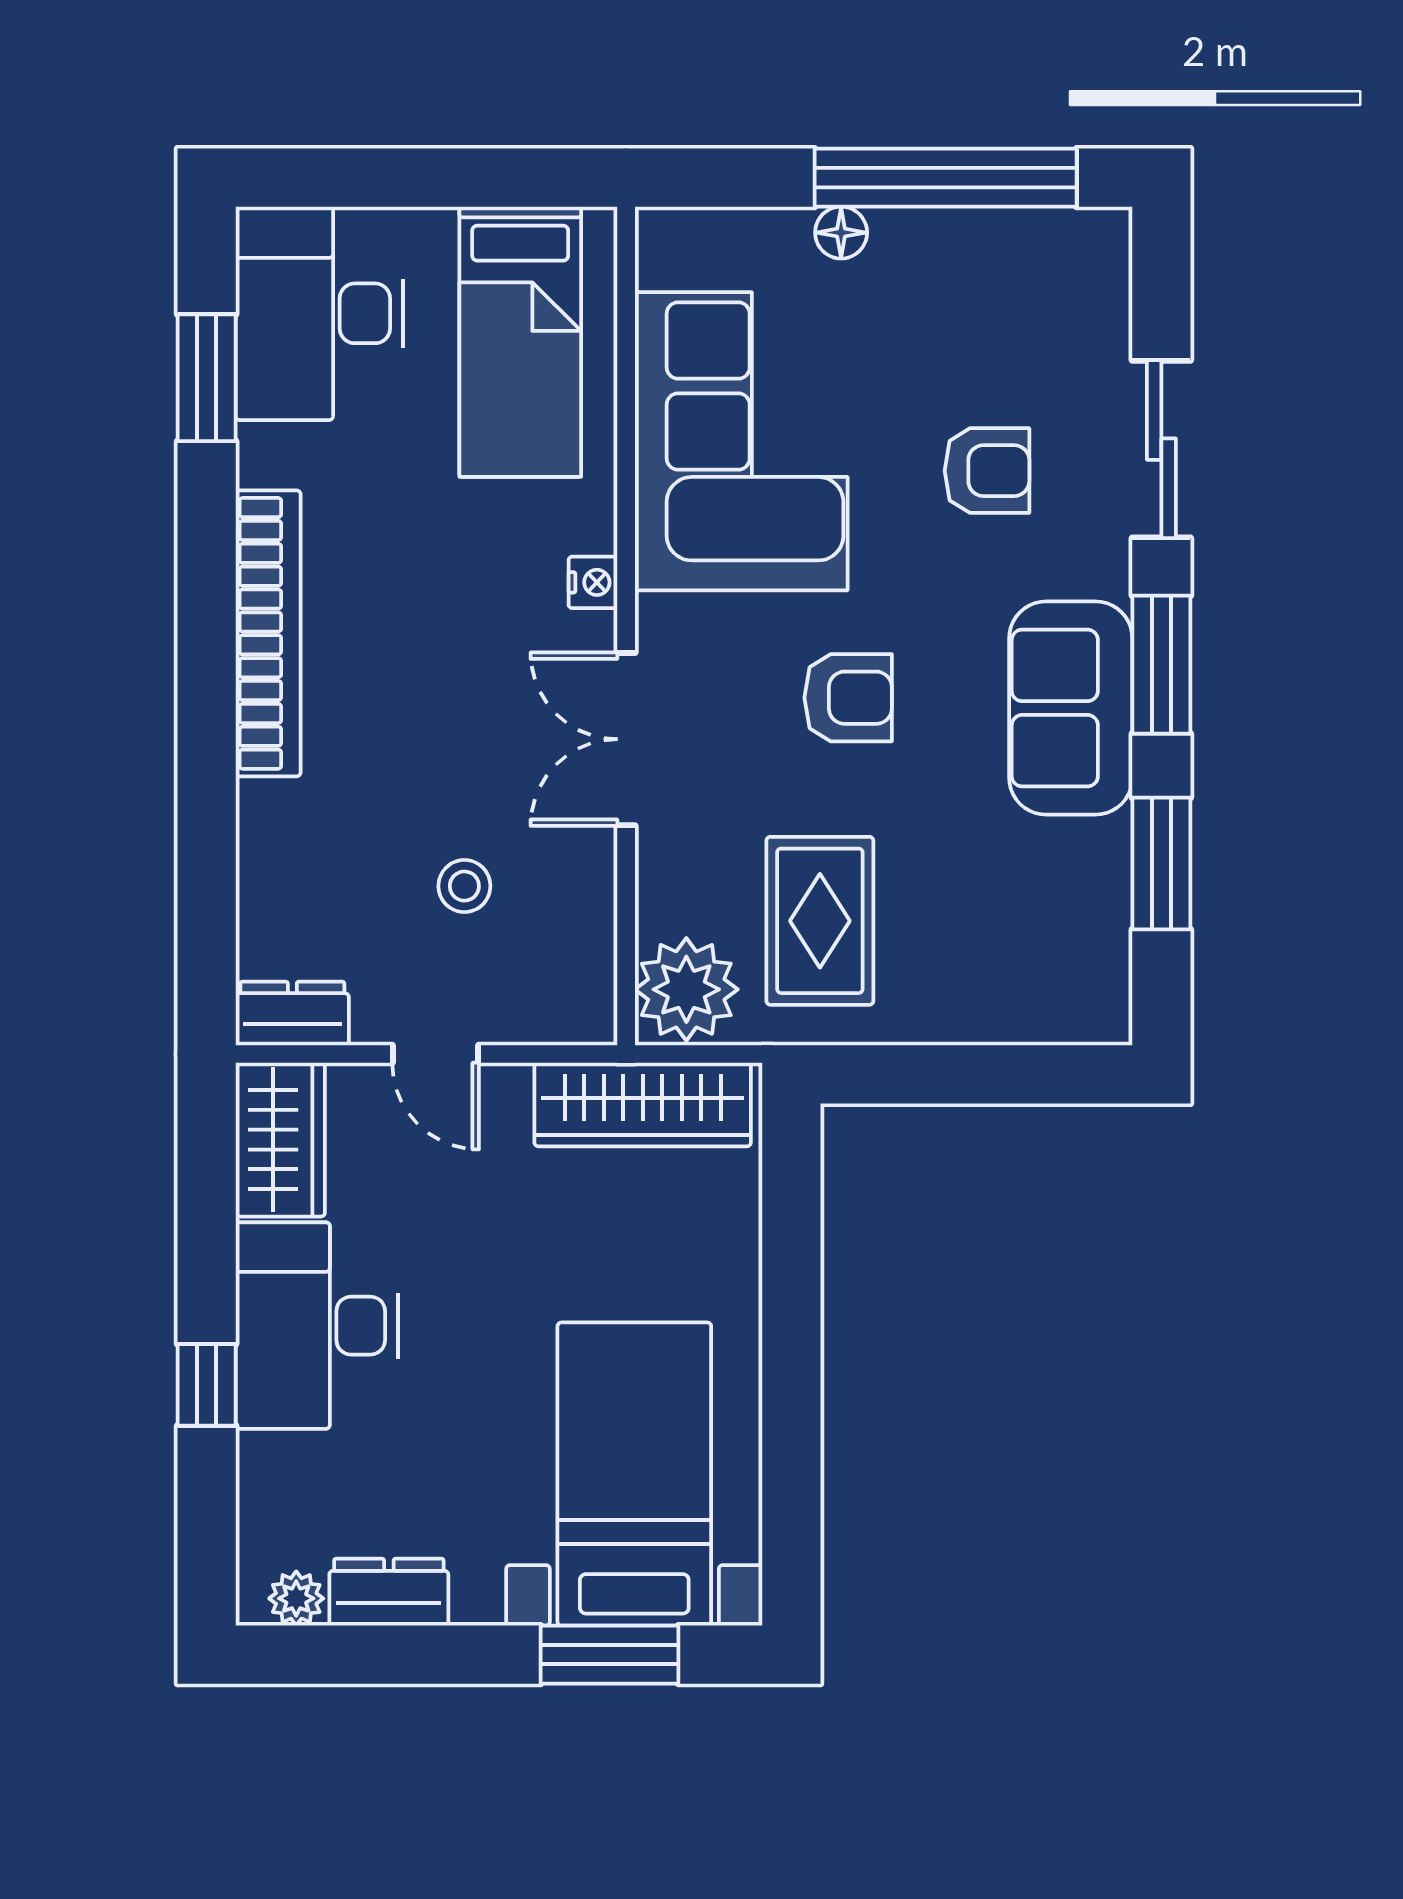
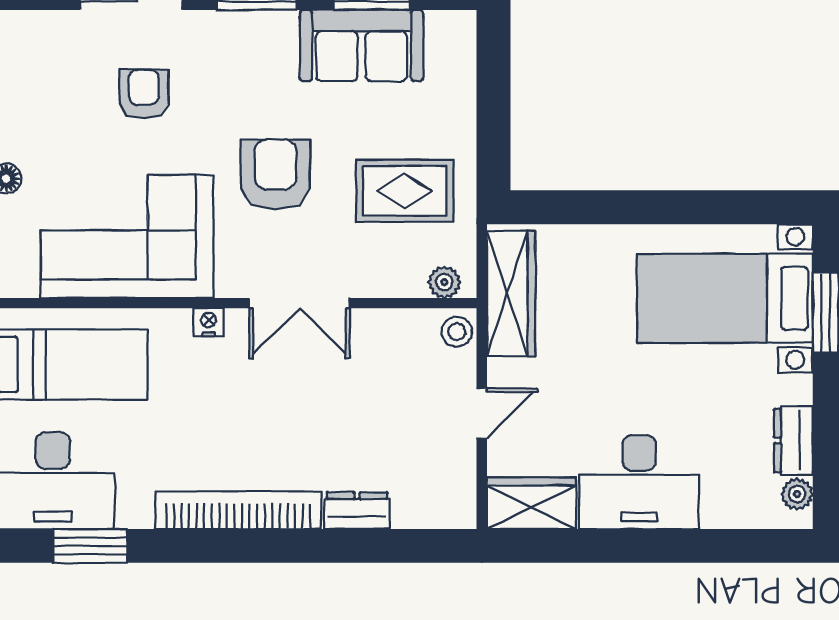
armchair: (848, 698) -> (275, 174), width x1.38, depth x1.38
sofa: (1071, 708) -> (362, 45), moved
stool: (464, 886) -> (457, 332), moved
plant: (686, 989) -> (444, 282), width x0.53, depth x0.53
dresser: (292, 1014) -> (357, 511), moved, turned 90
window: (207, 1385) -> (673, 546), removed

